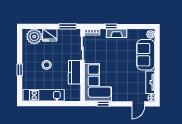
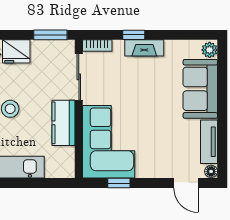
door: (138, 104) -> (186, 183), hinge flipped

